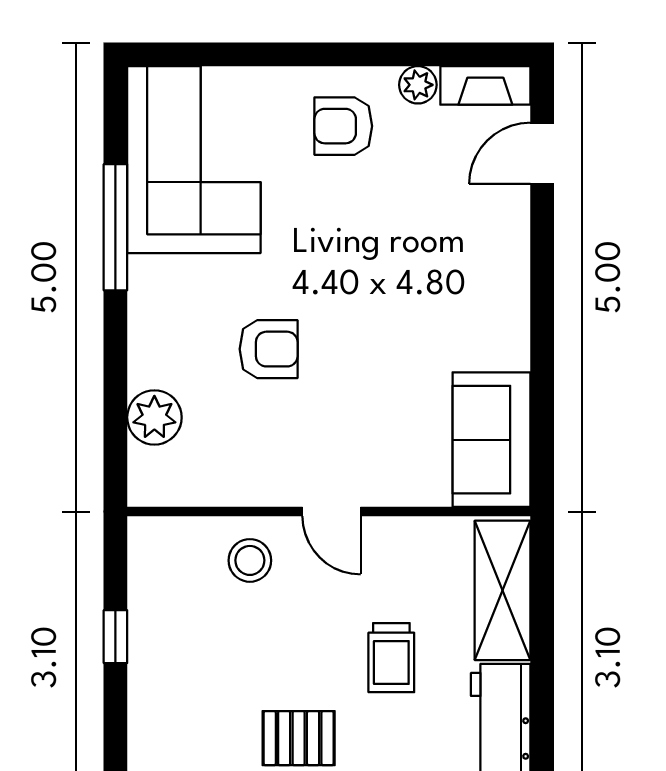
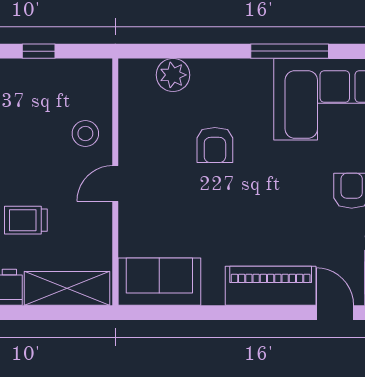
piano: (498, 258) -> (271, 286), added

